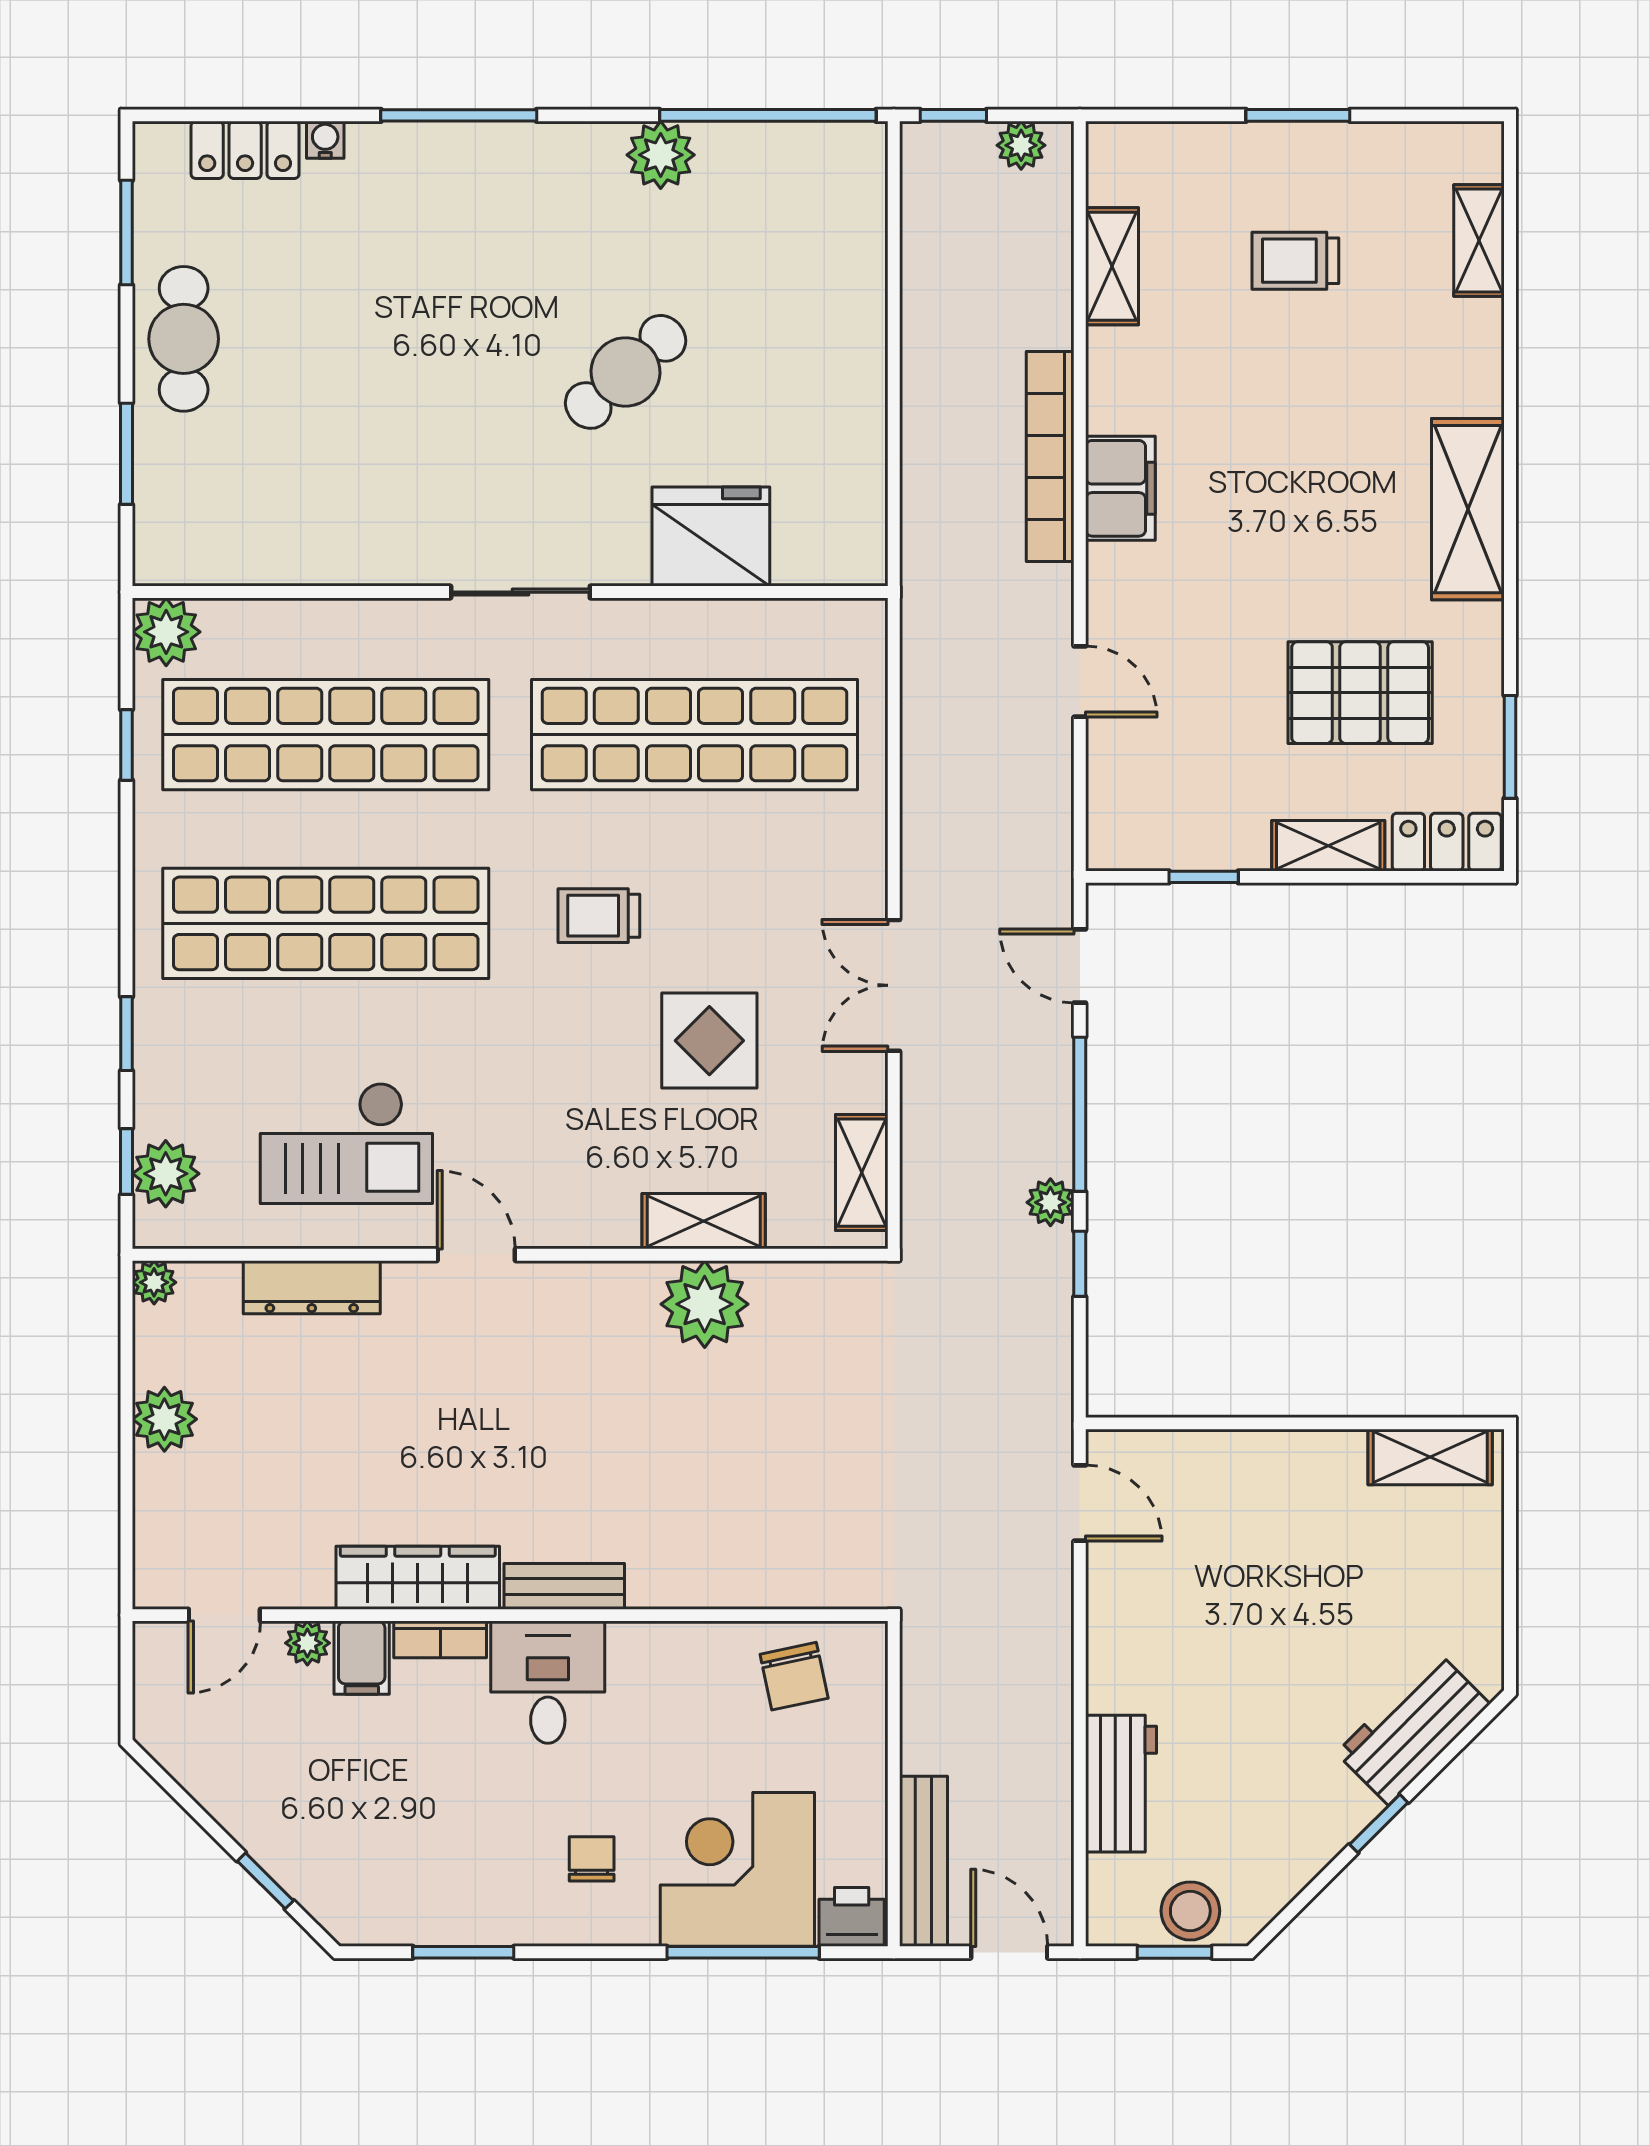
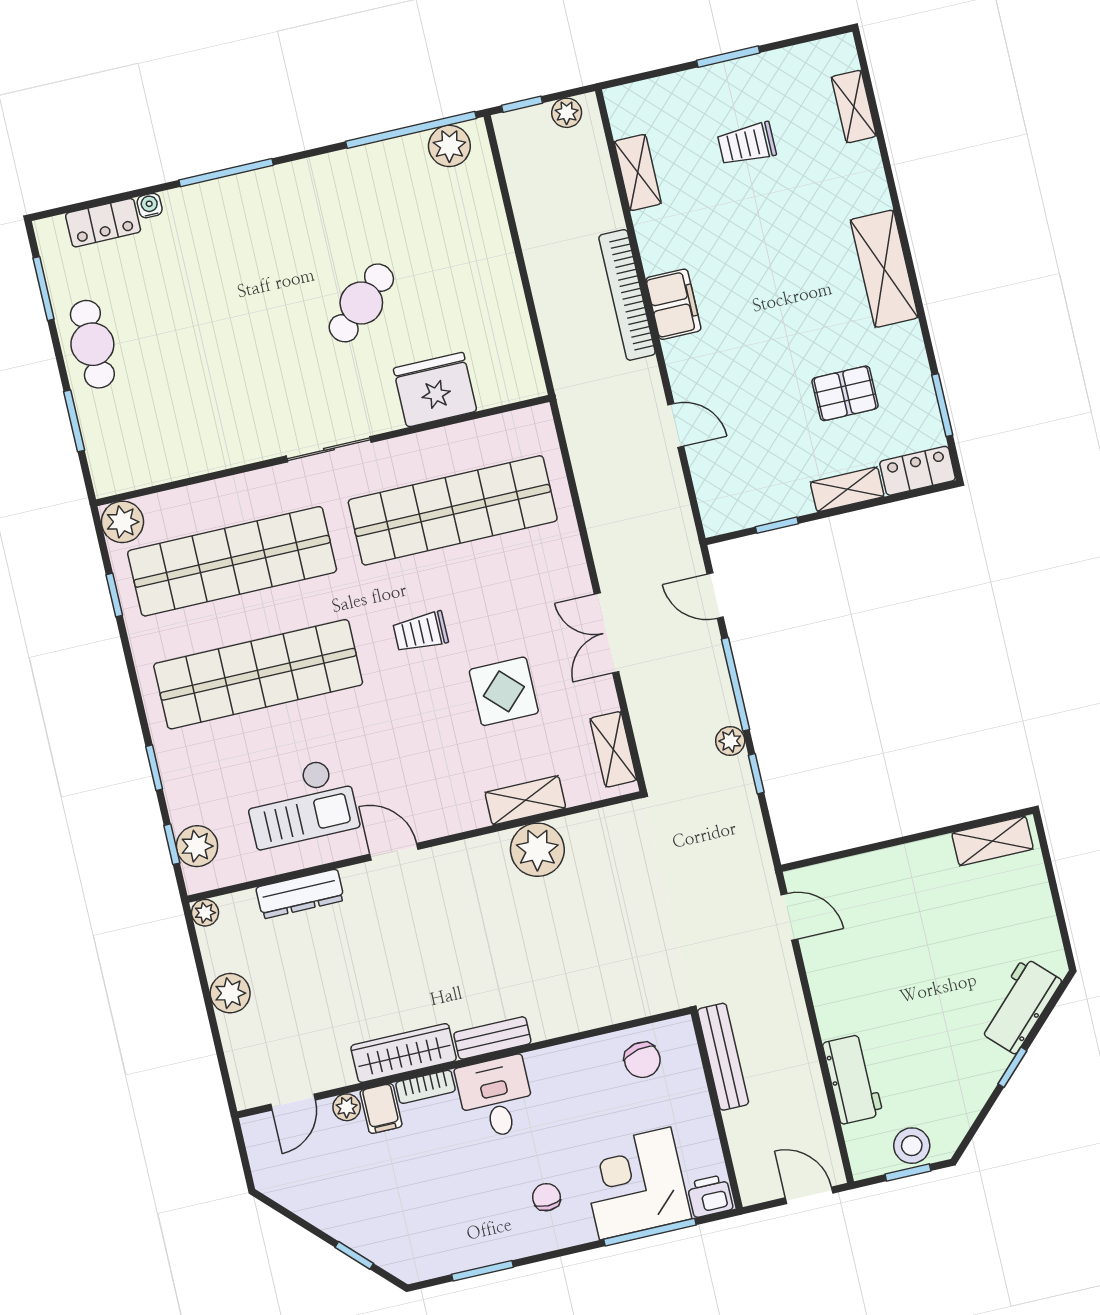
plant: (661, 155) -> (449, 146), moved
pallet: (1360, 693) -> (845, 393), width x0.67, depth x0.71
bench: (923, 1861) -> (723, 1057), moved

